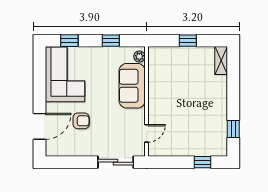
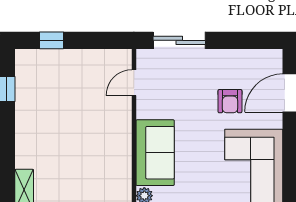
armchair: (81, 121) -> (230, 101), turned -90

